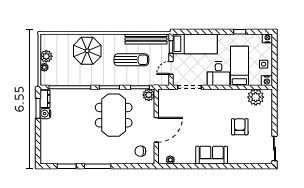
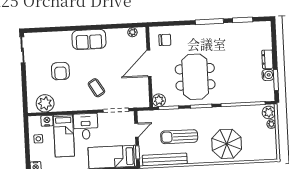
plant: (46, 56) -> (269, 112), moved
nightstand: (267, 81) -> (47, 121), moved
dresser: (45, 99) -> (267, 59), moved
coffee table: (207, 109) -> (96, 88), added

